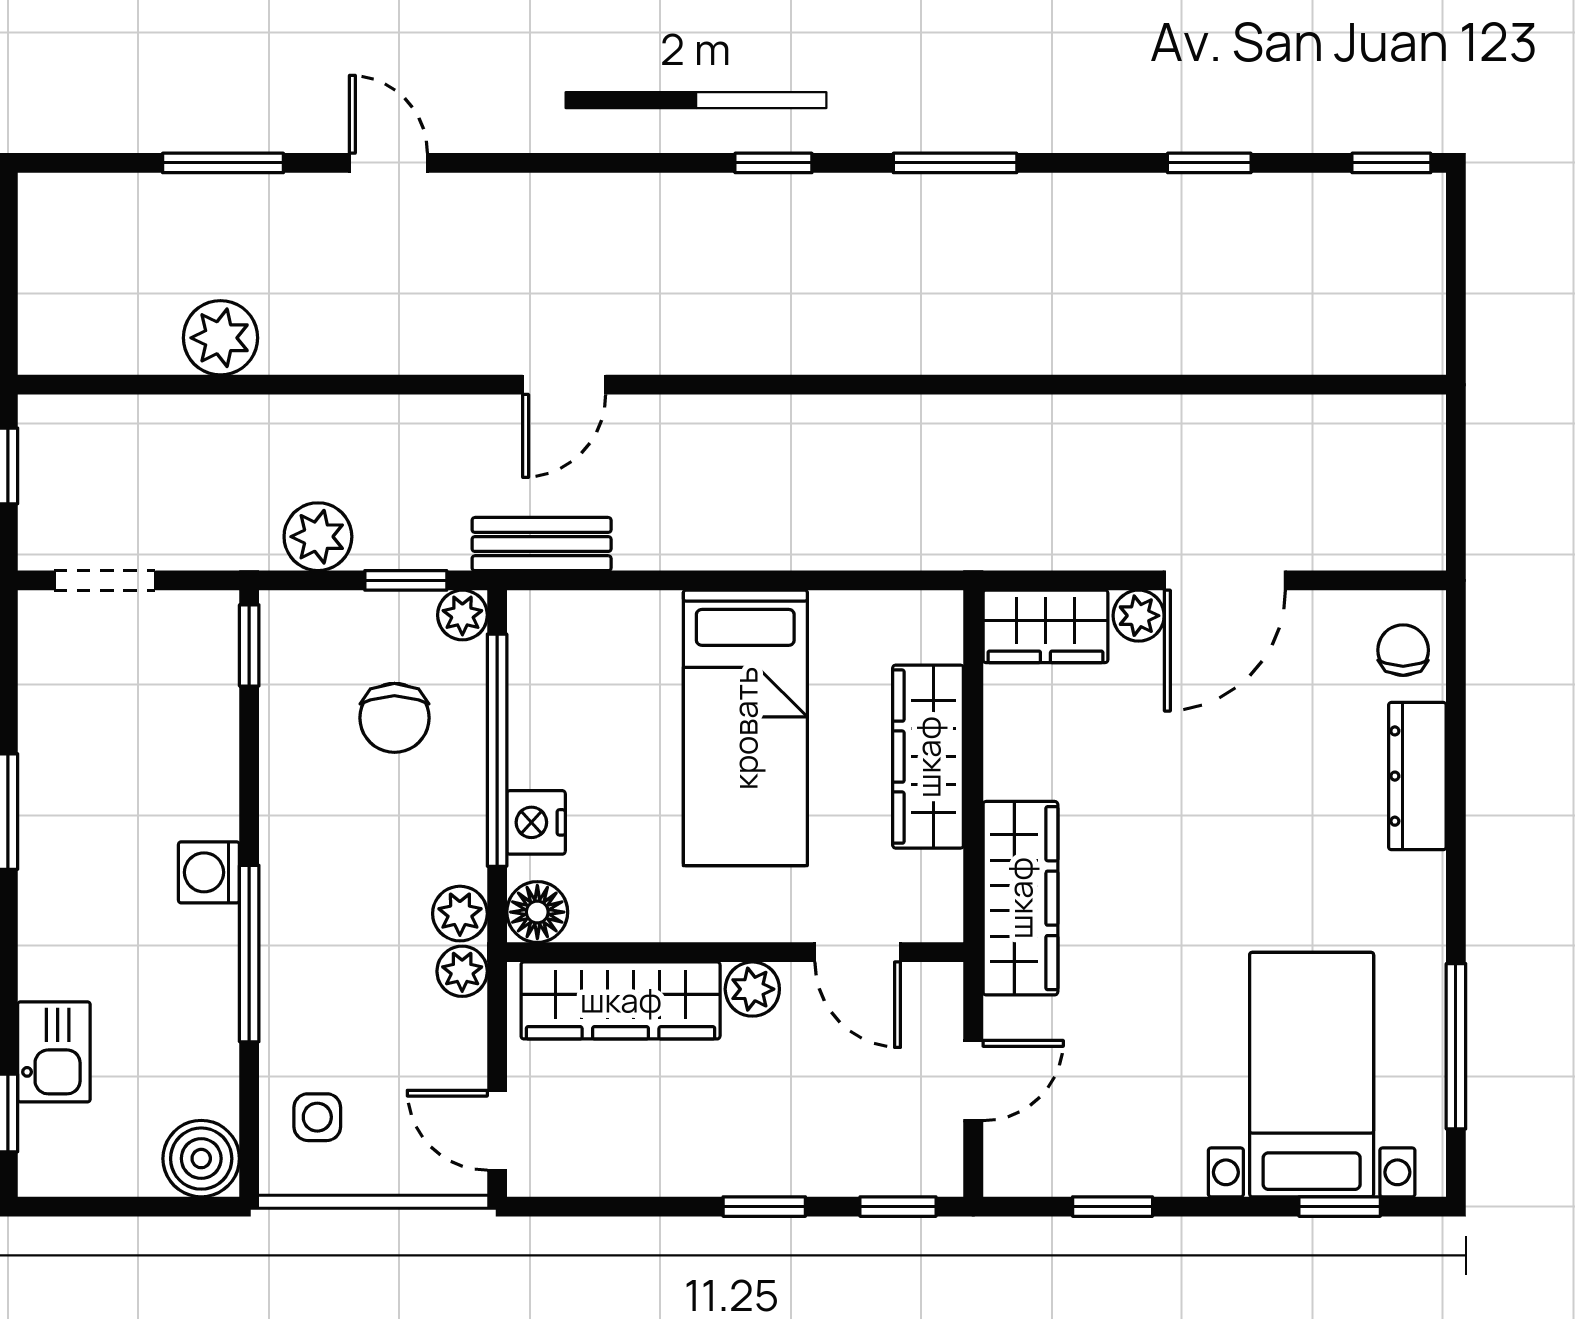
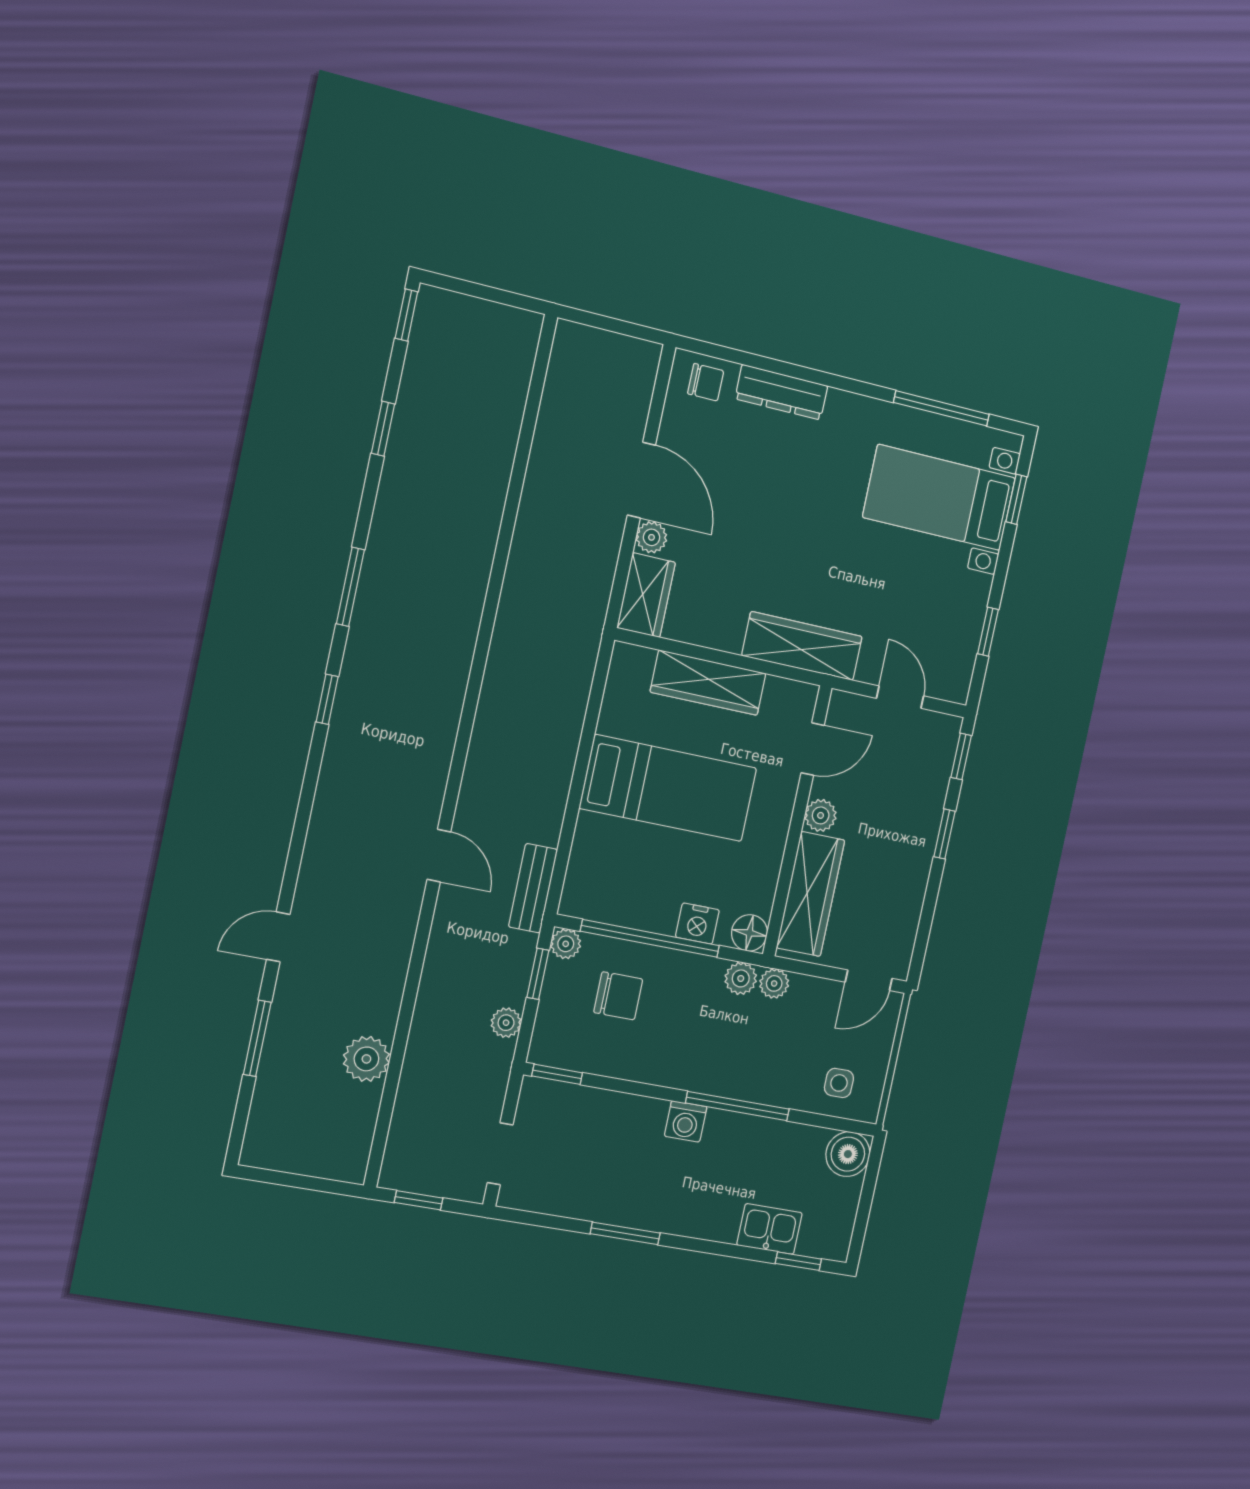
plant: (318, 537) -> (506, 1023), width x0.73, depth x0.73
chair: (1403, 650) -> (706, 382), turned 180

